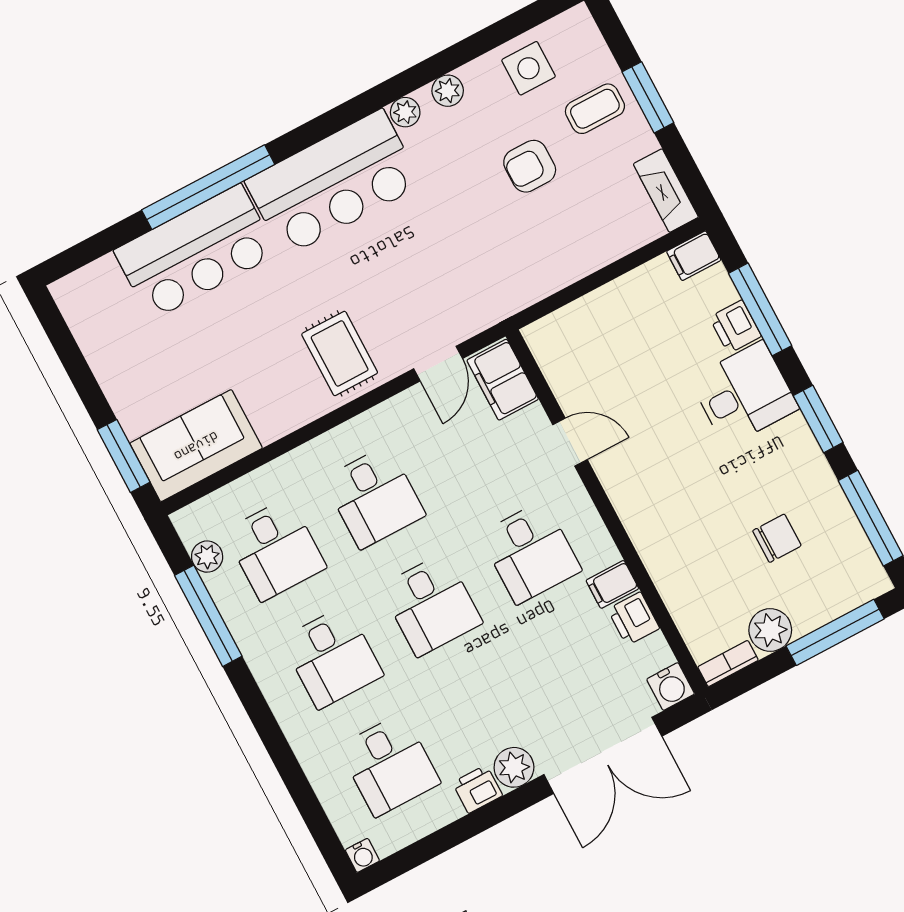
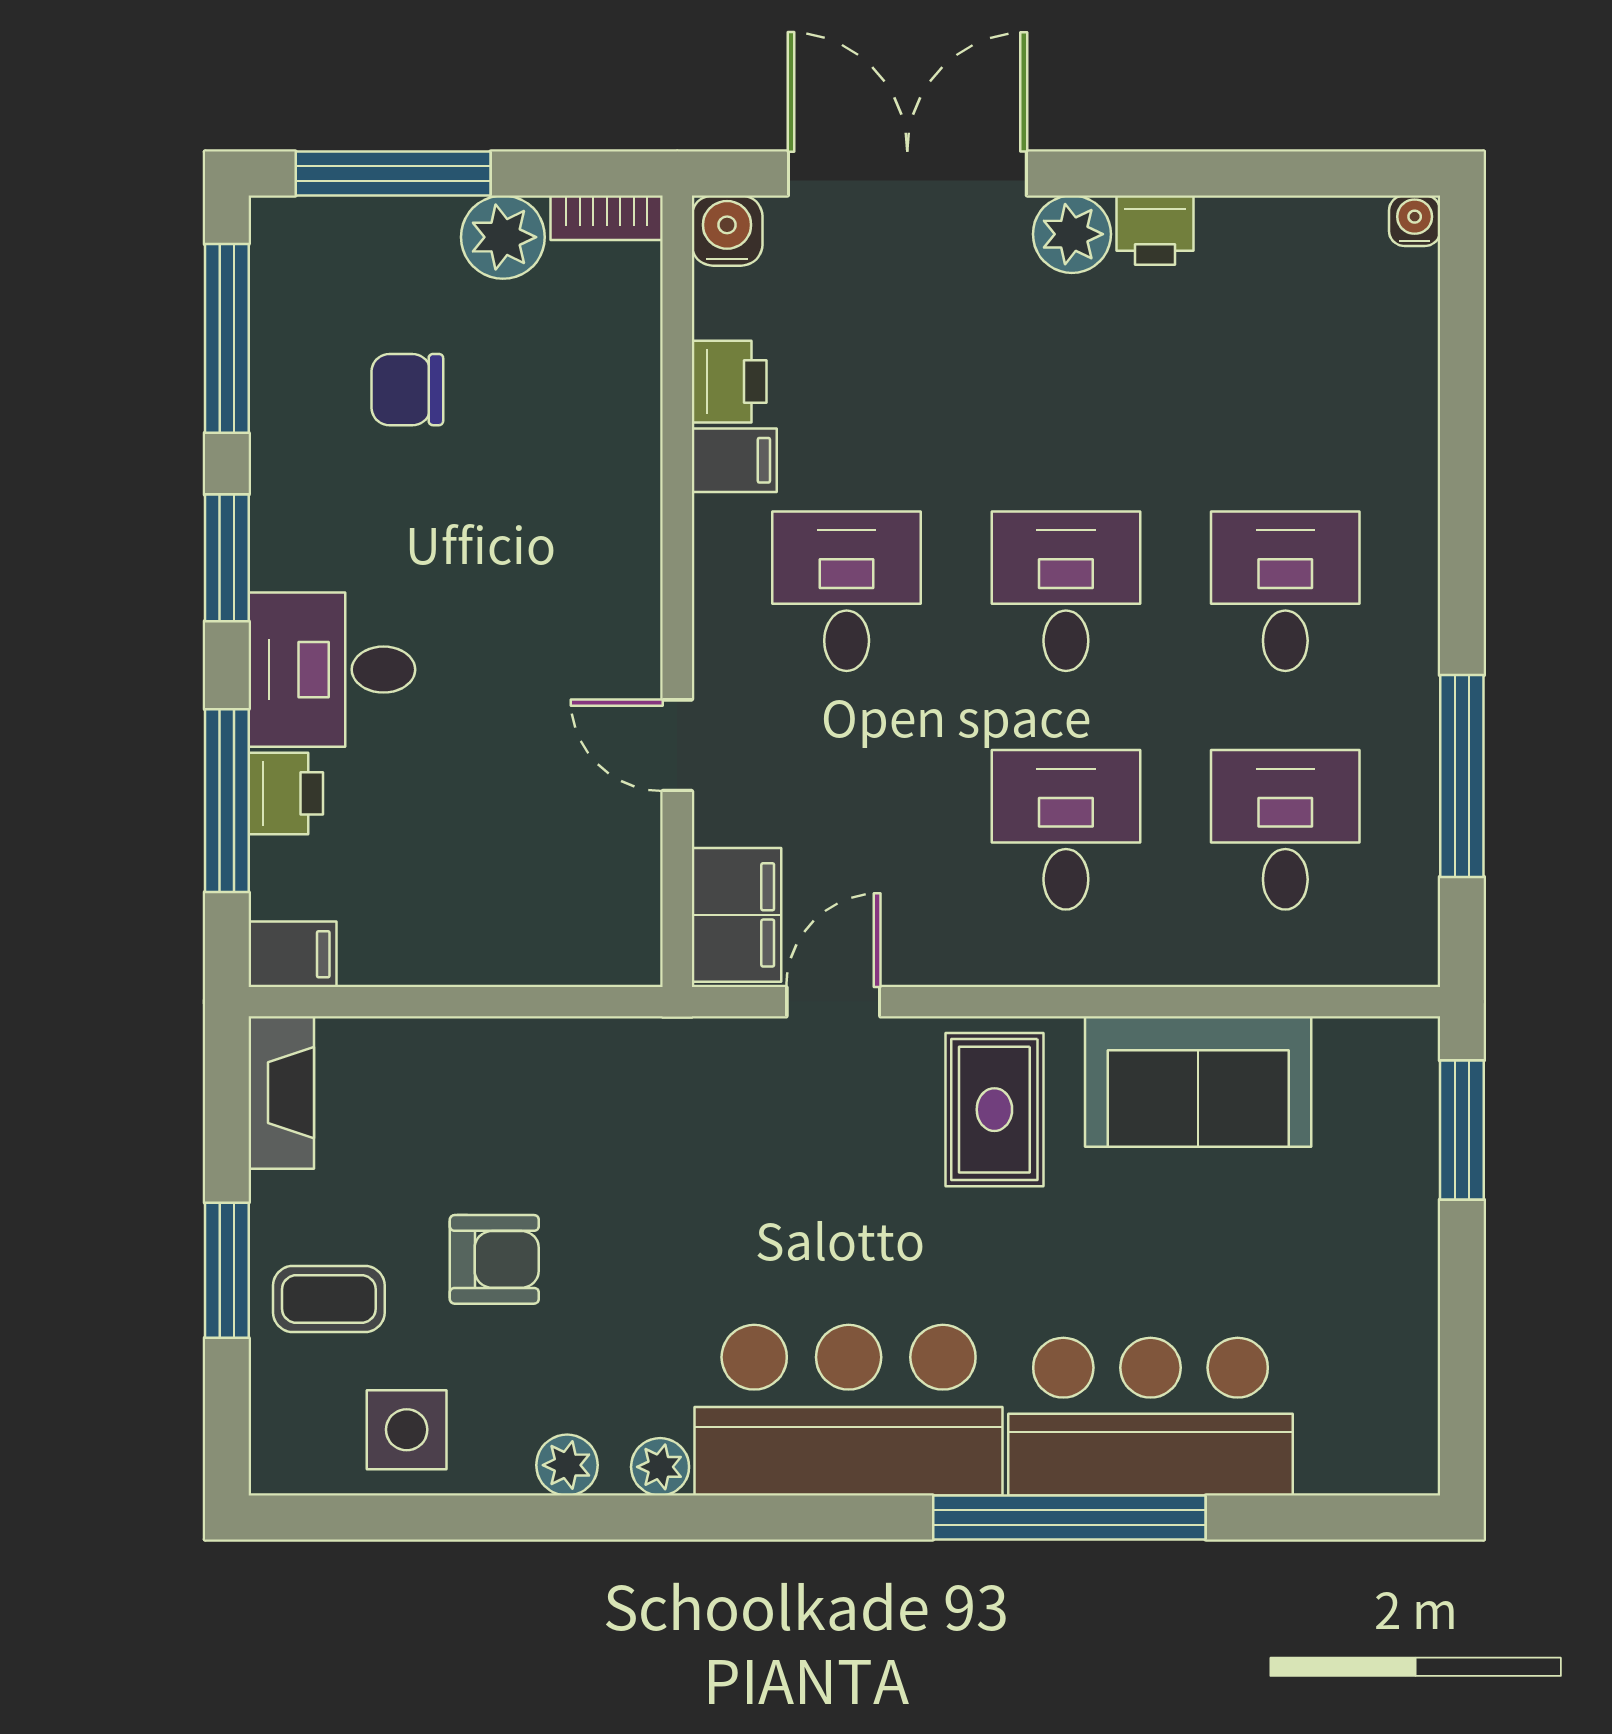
sofa: (196, 446) -> (1198, 1082), moved
plant: (207, 557) -> (1410, 880), removed
desk: (389, 765) -> (1285, 353), removed

